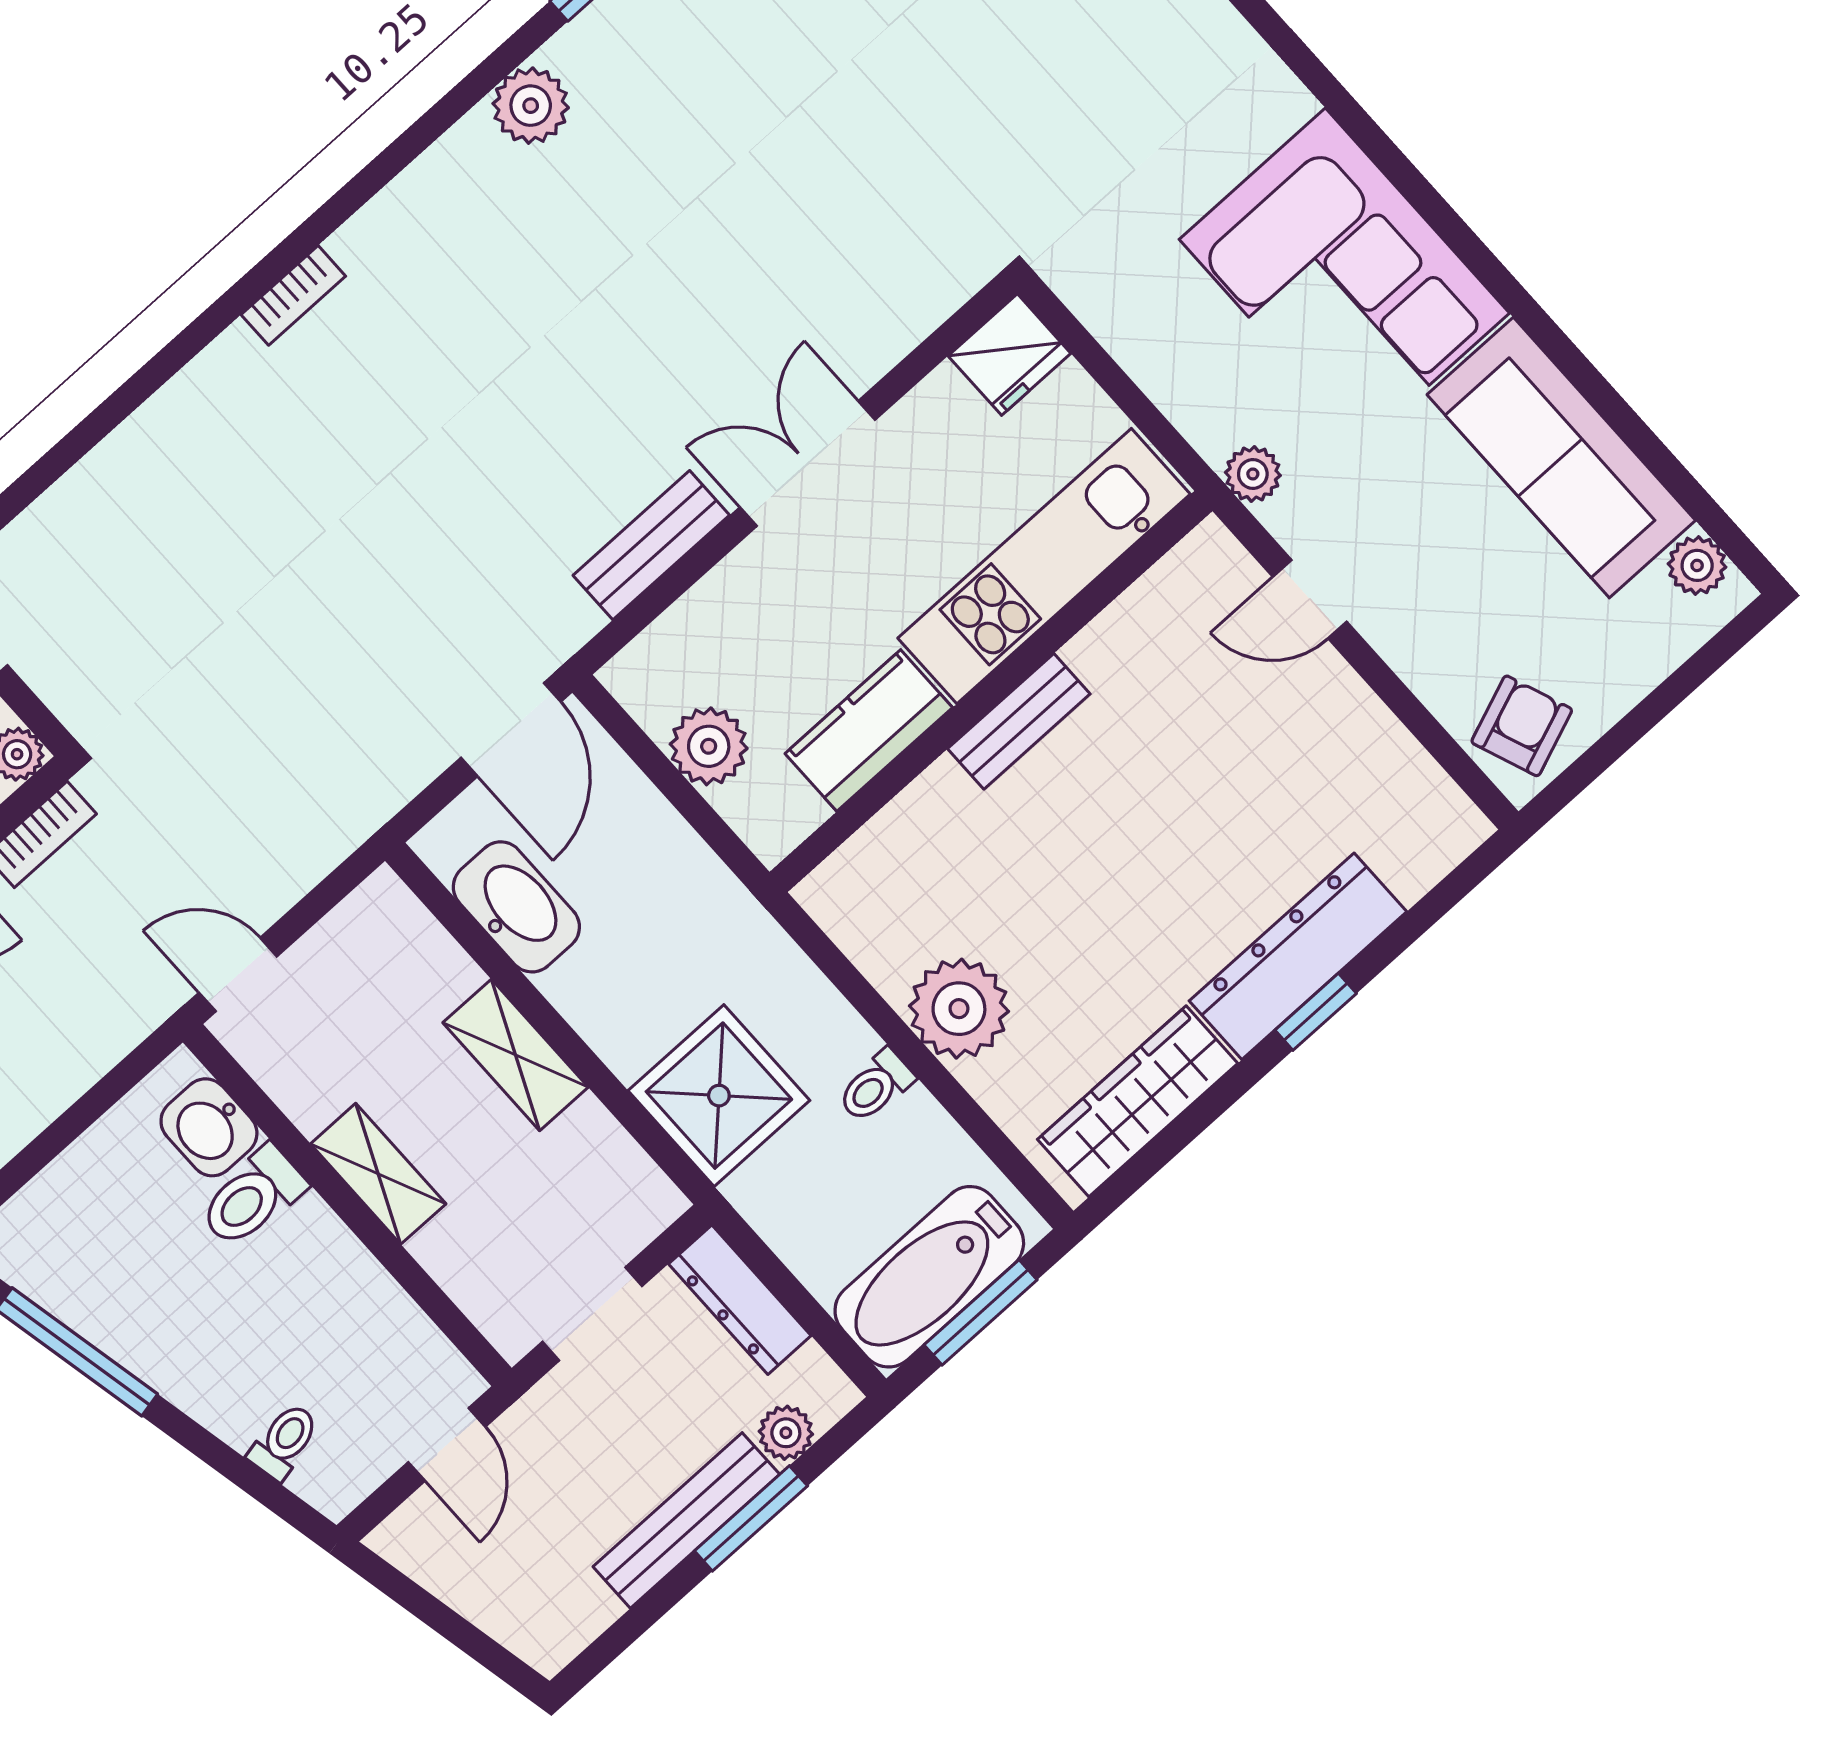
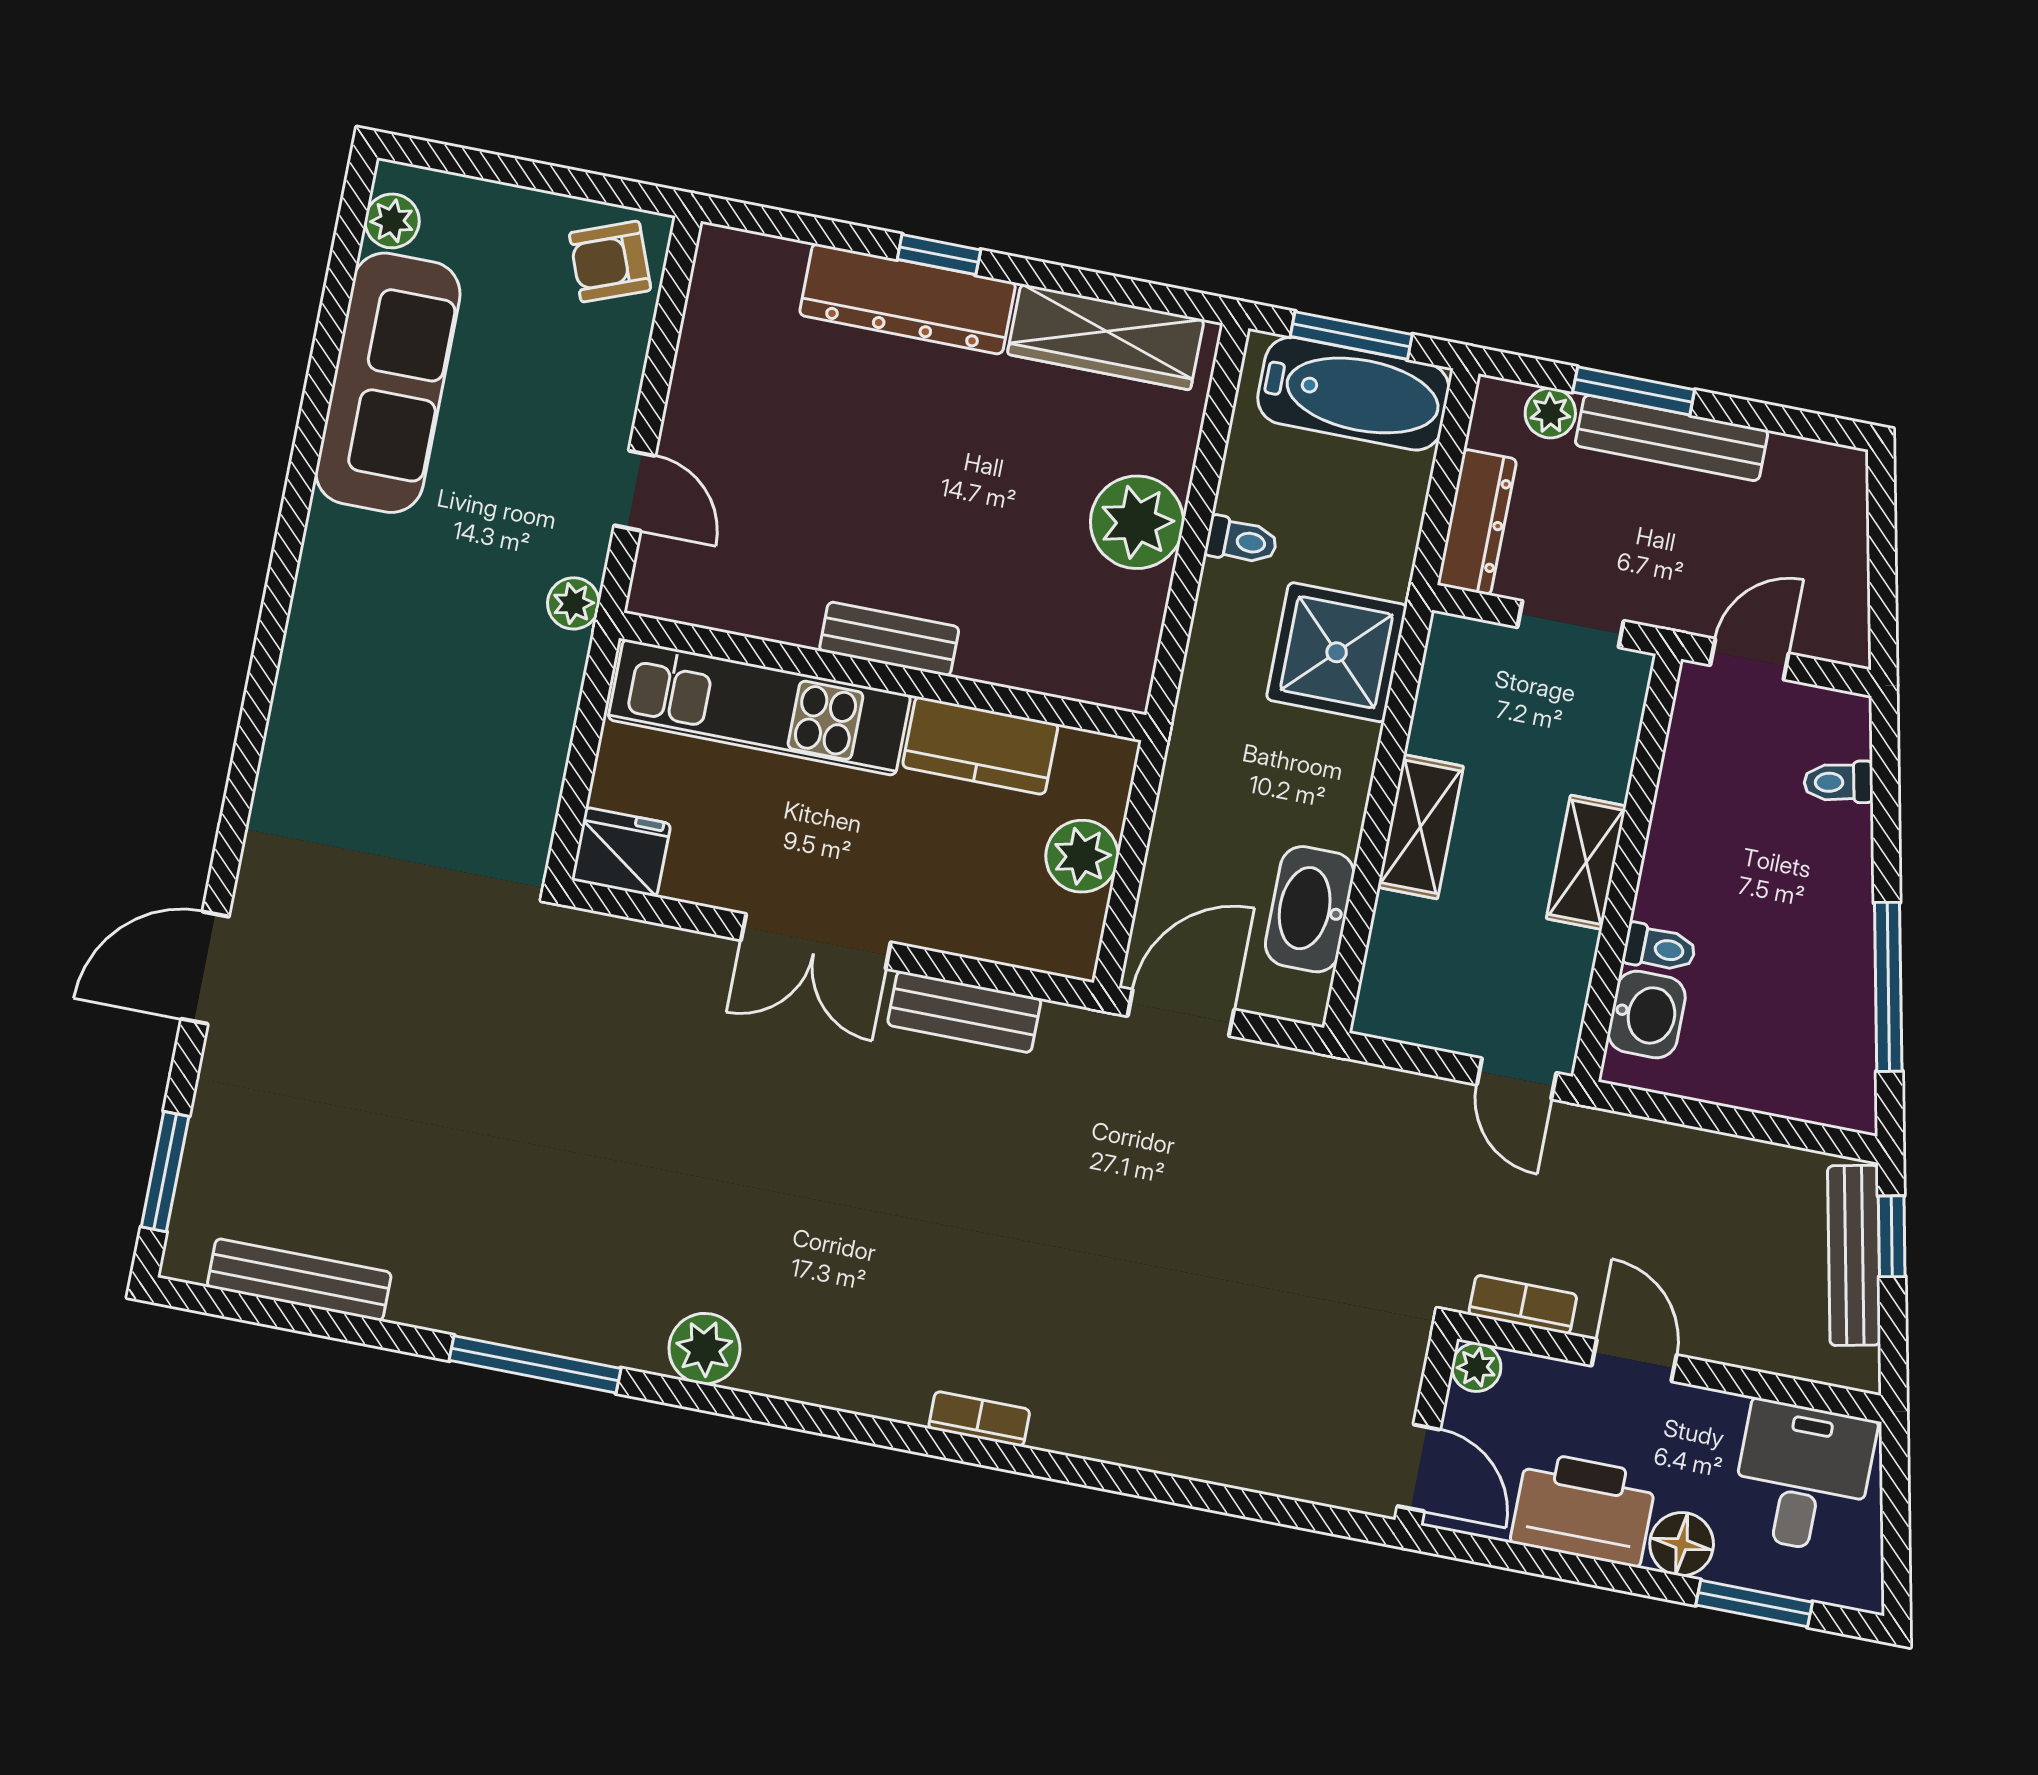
corner sofa: (1344, 276) -> (375, 646), removed
toilet: (252, 1197) -> (1659, 948), width x0.73, depth x0.72

